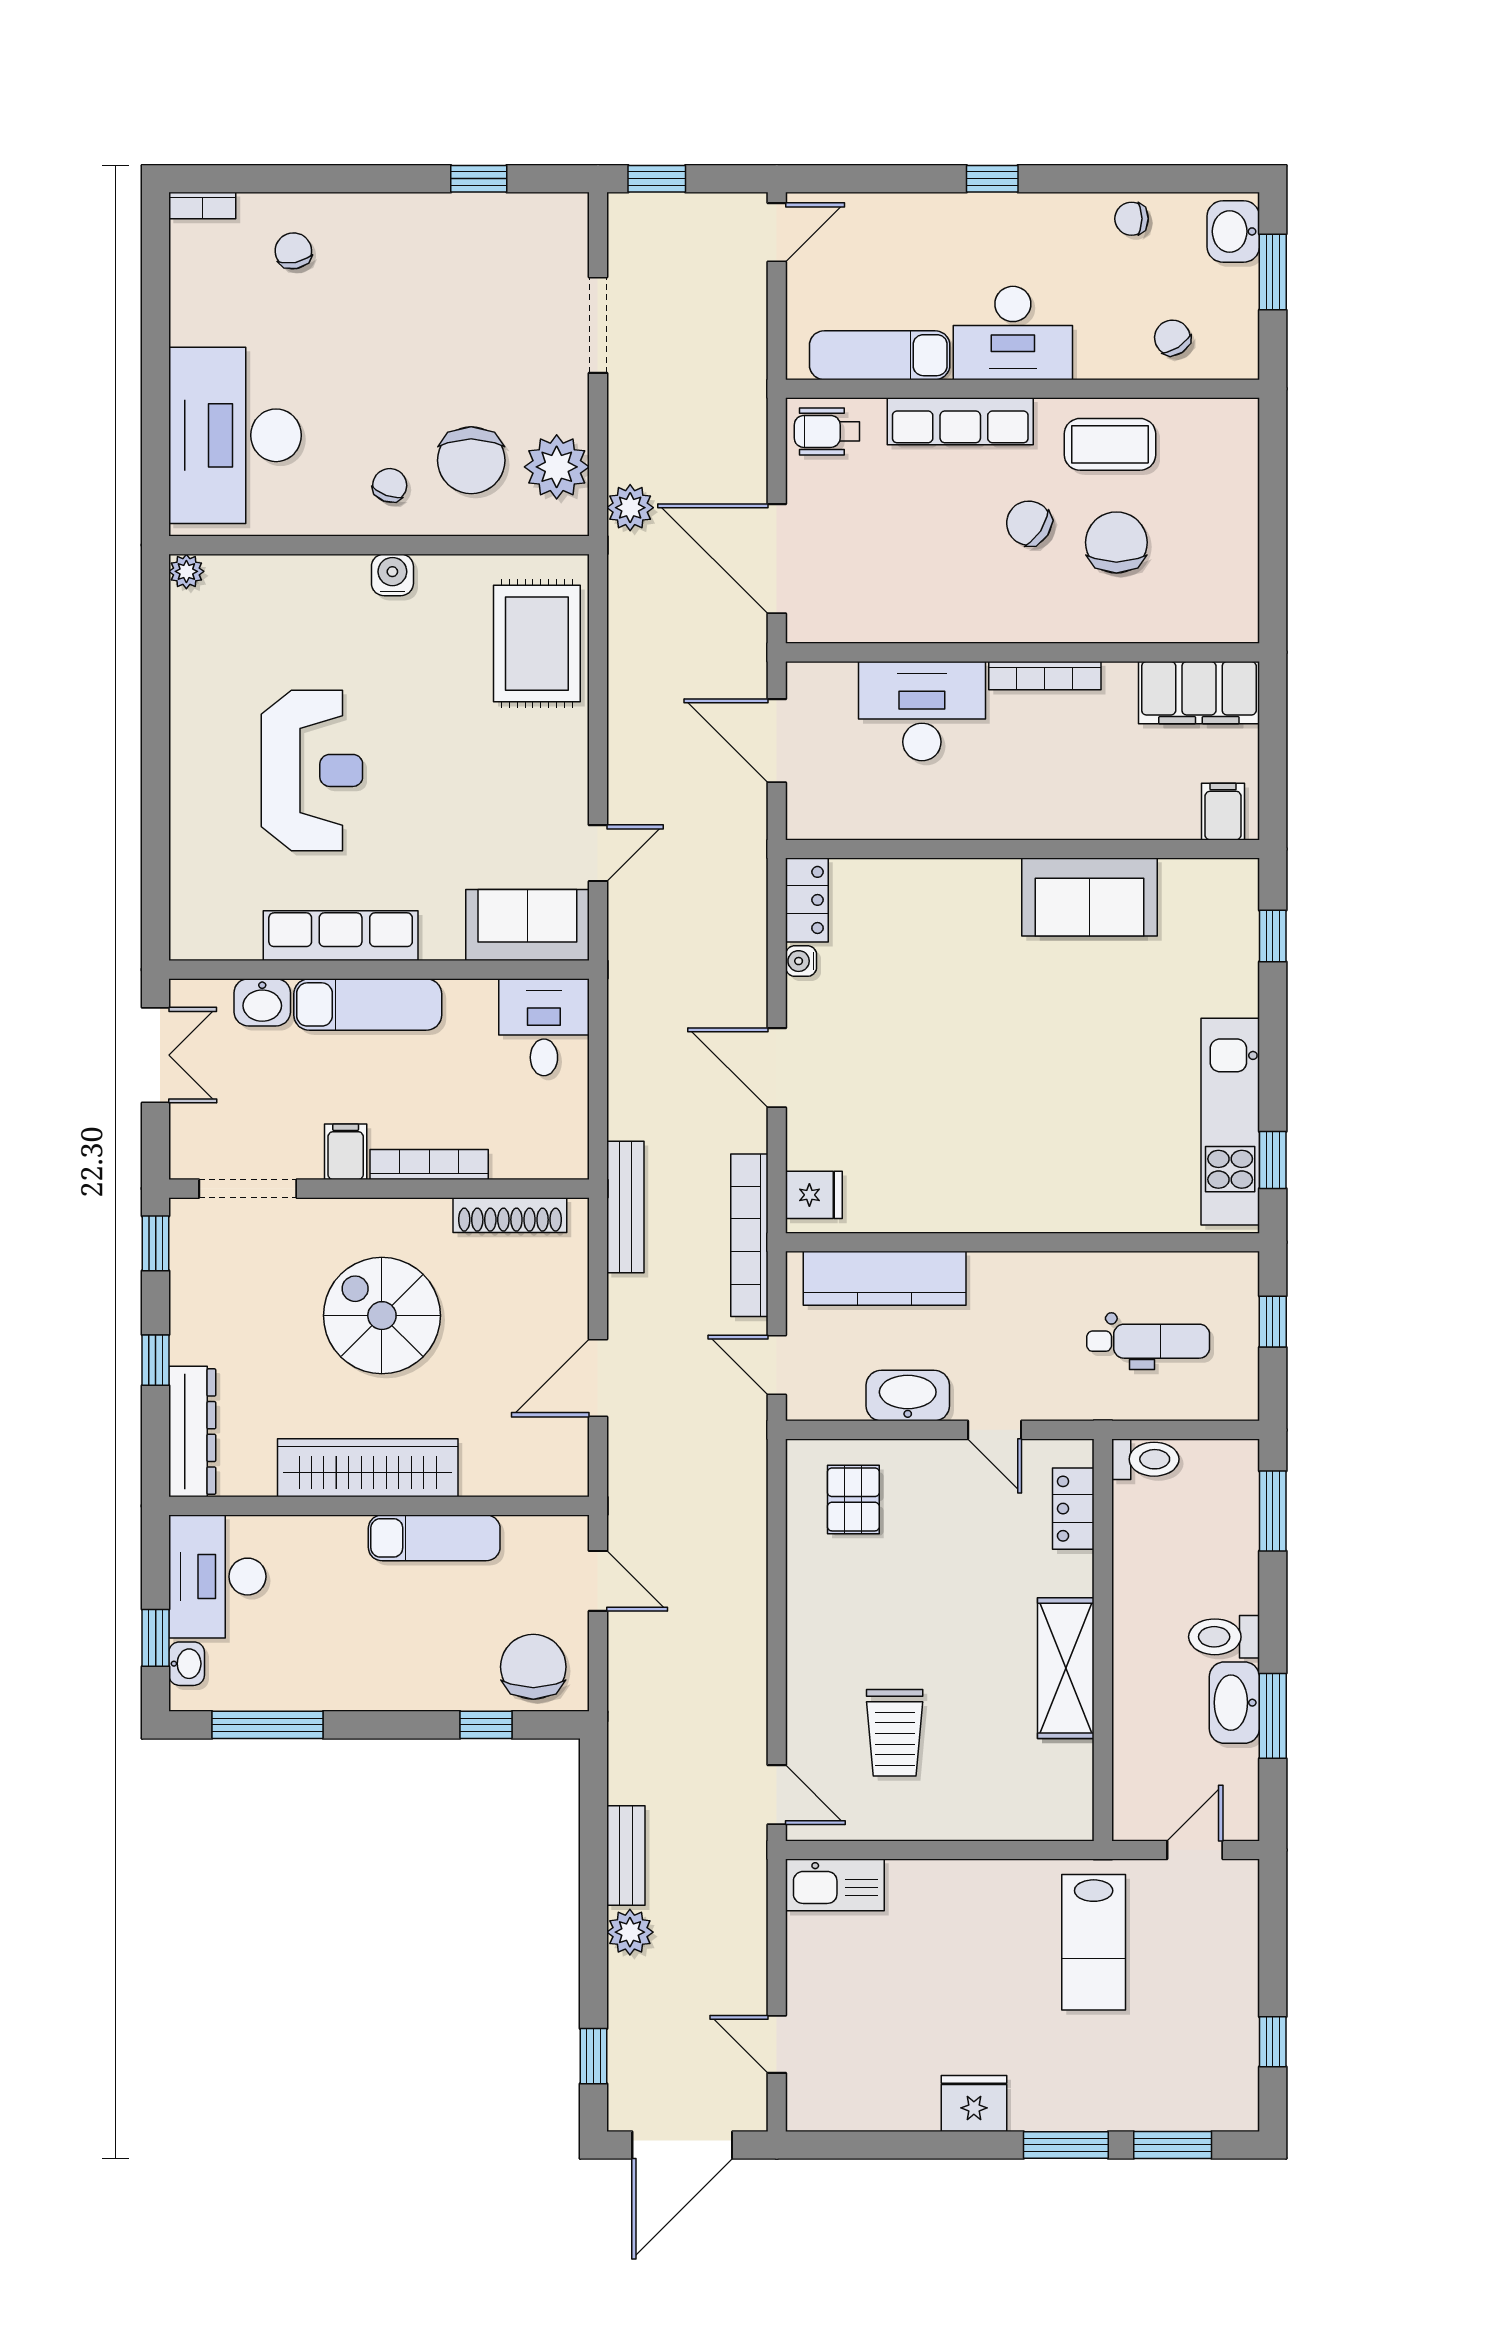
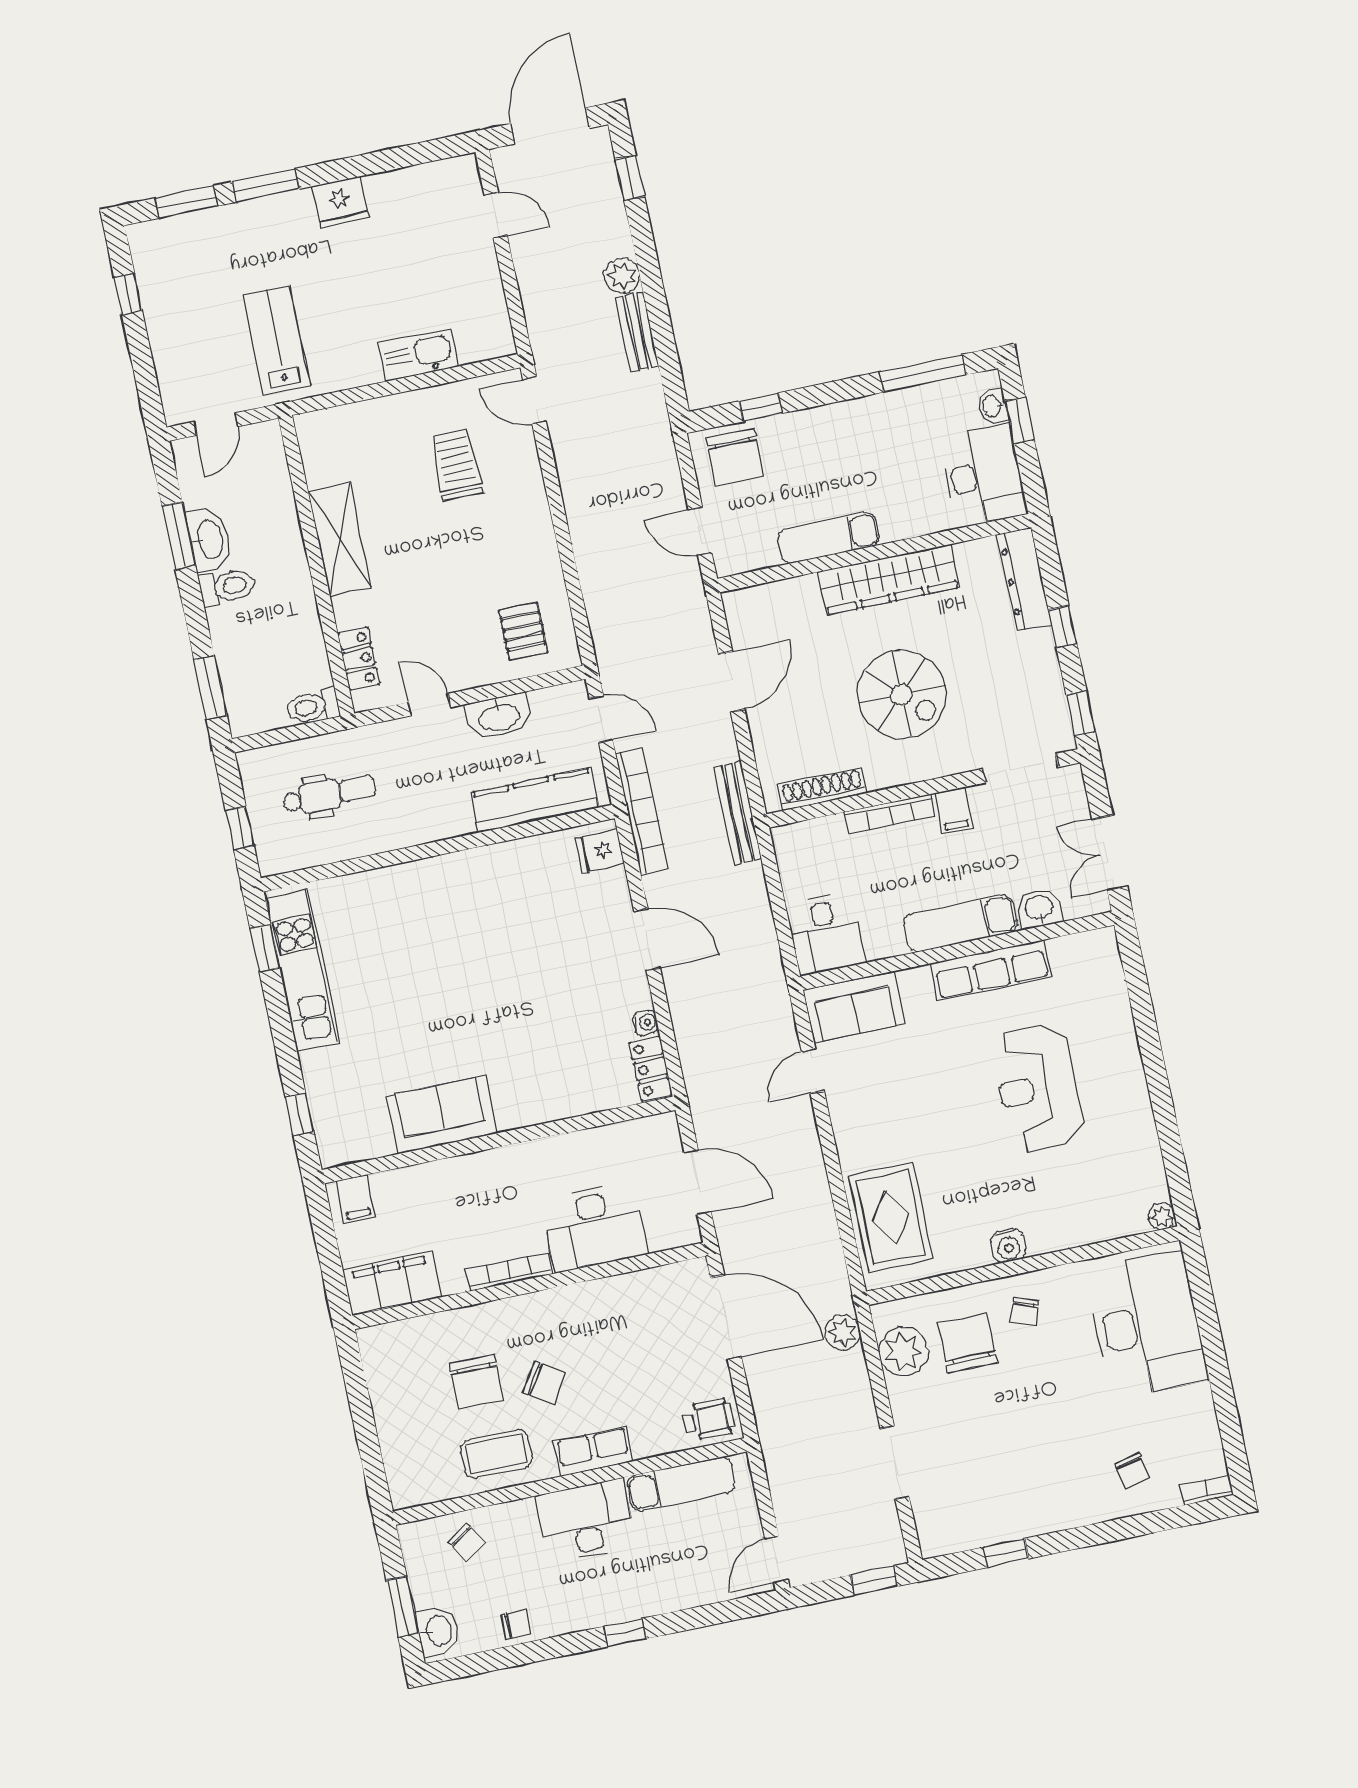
row of seats: (960, 421) -> (594, 1451), width x0.68
dental chair: (1148, 1341) -> (329, 794), turned 180
kitchen sink: (835, 1885) -> (418, 355), moved

